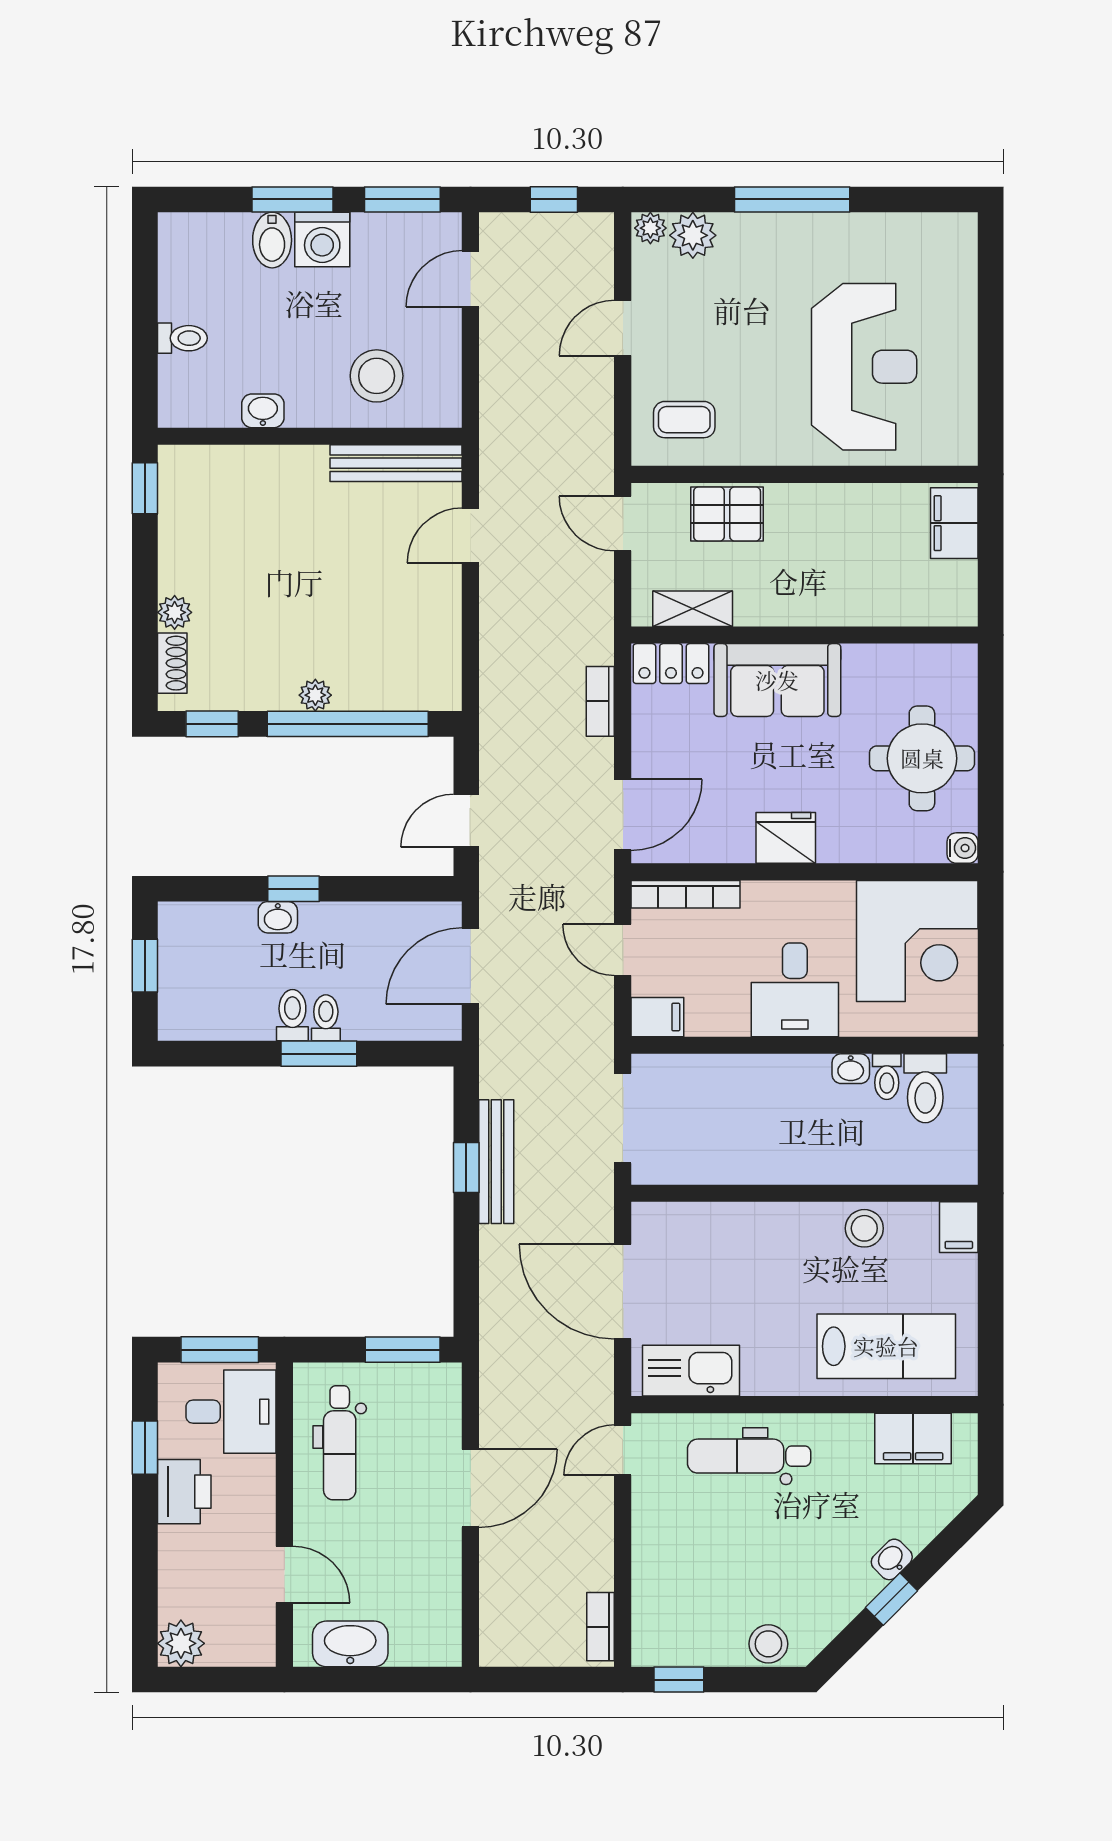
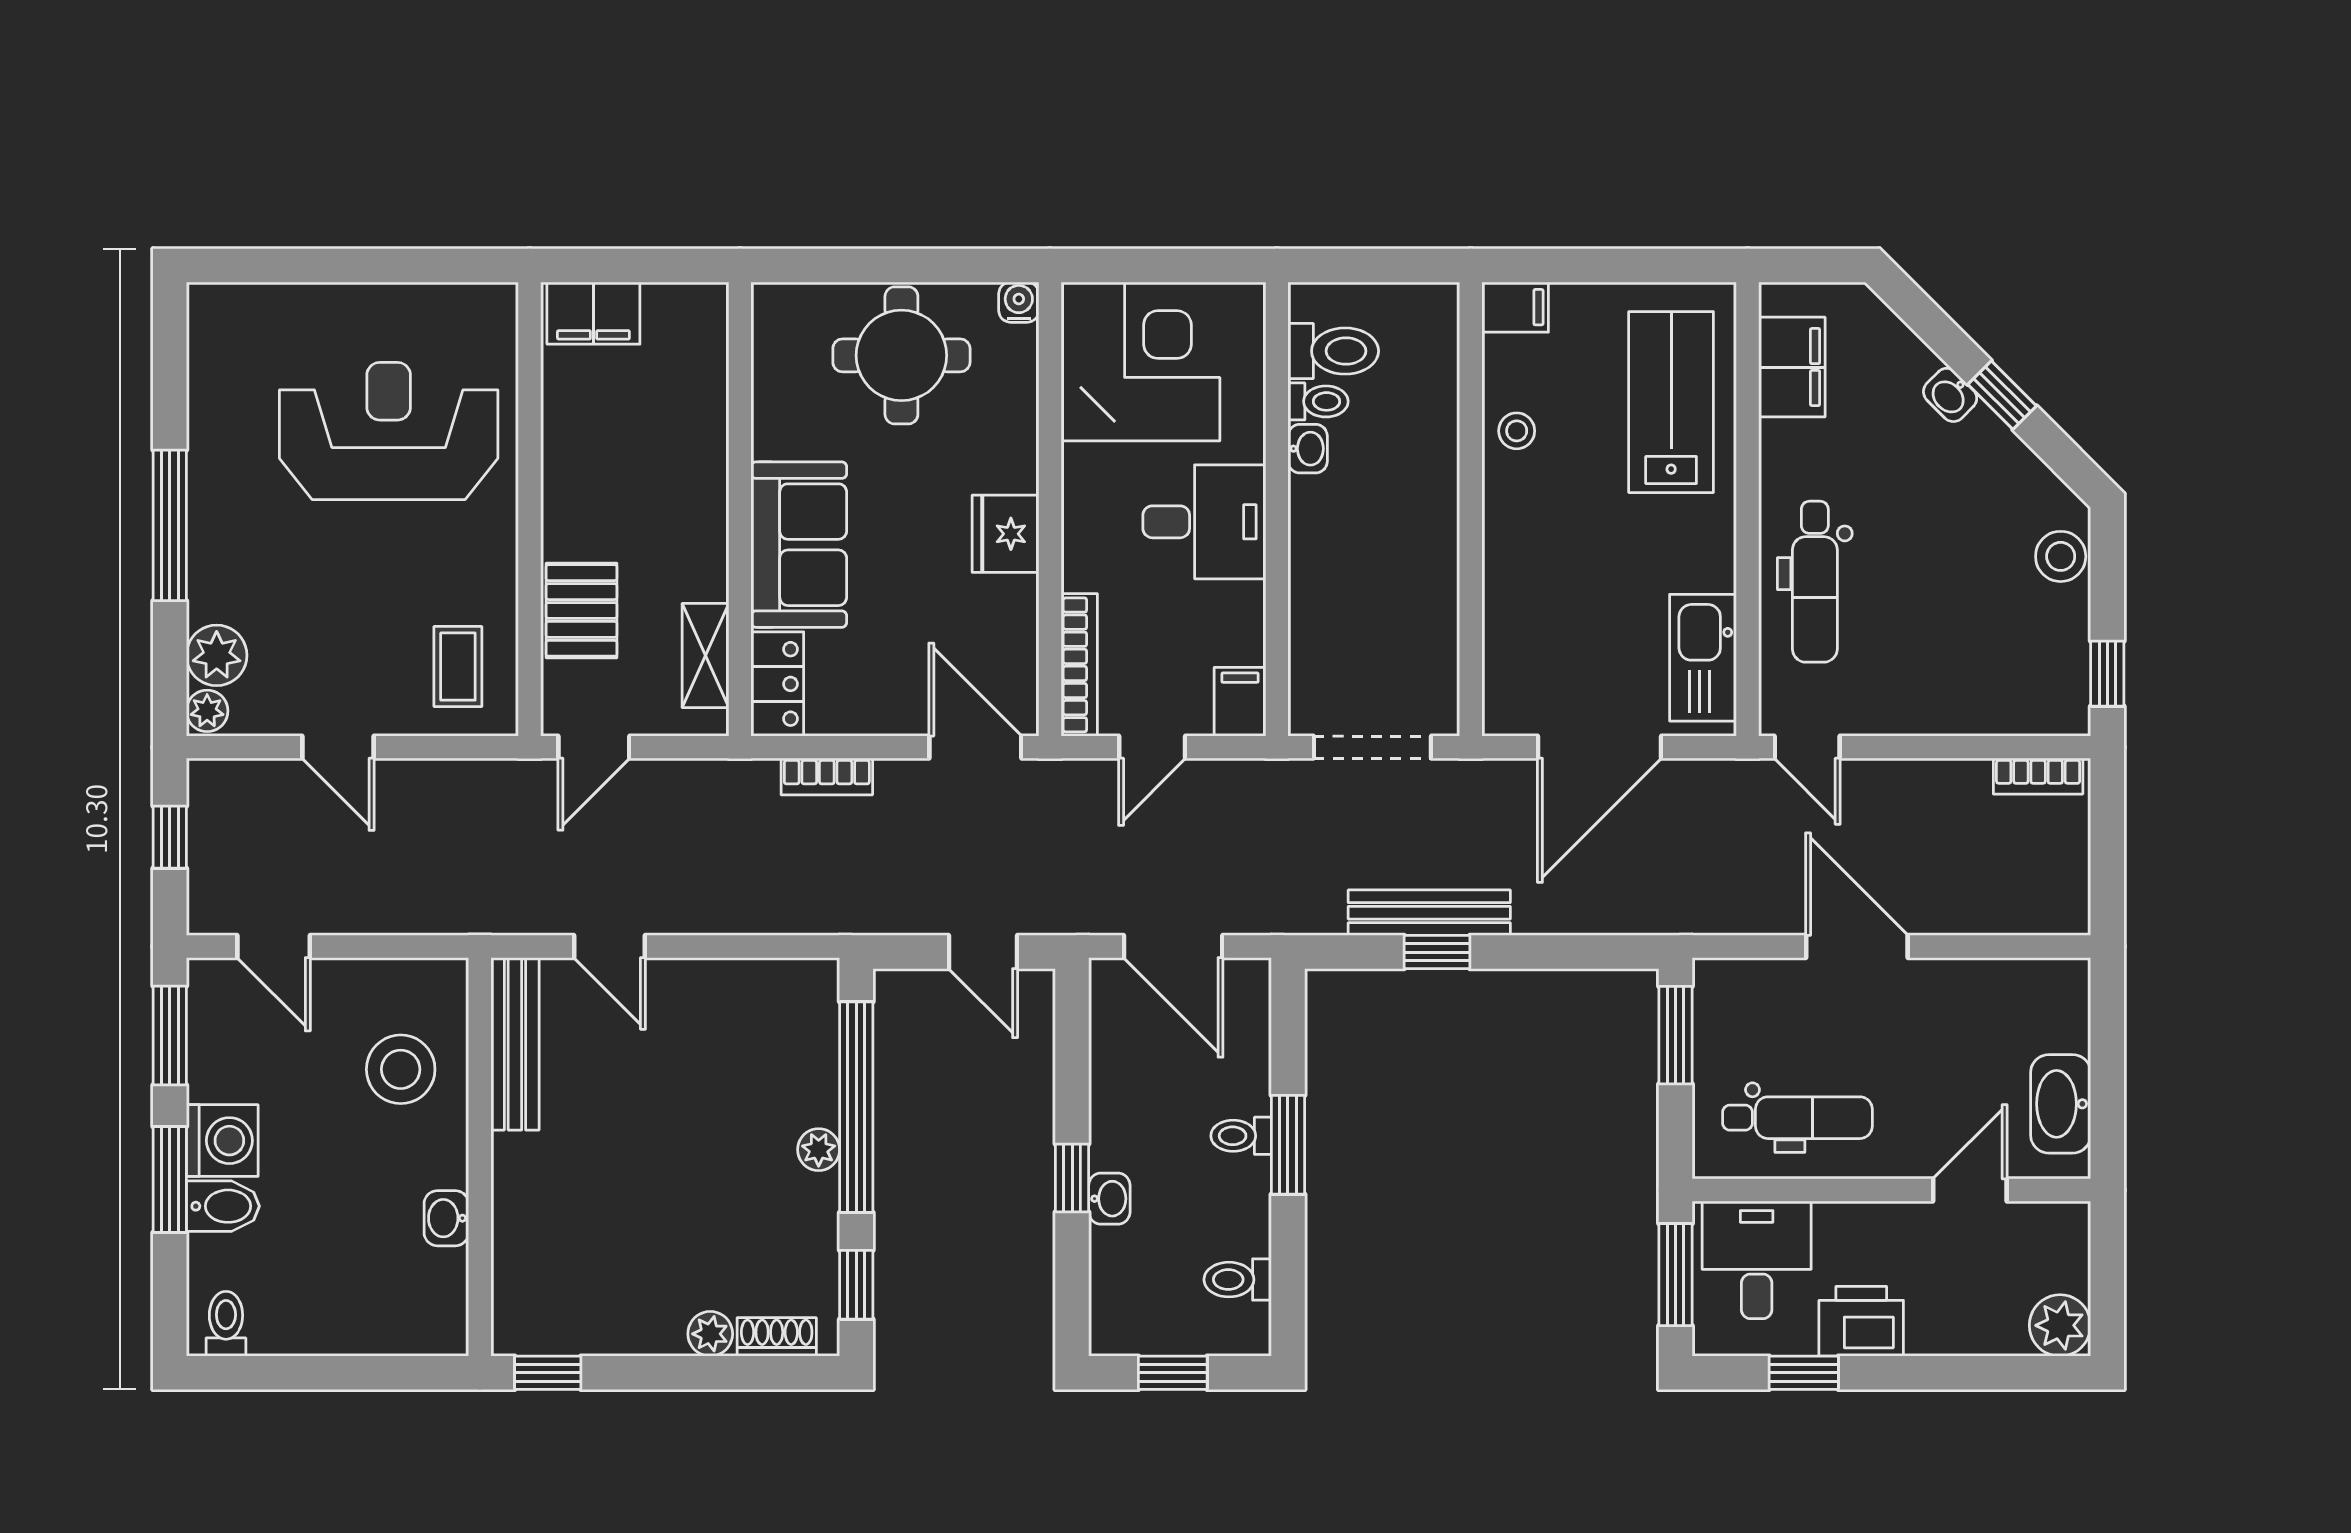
toilet: (182, 338) -> (226, 1324), moved
toilet: (292, 1015) -> (1238, 1280), moved
stool: (864, 1228) -> (1517, 431), width x0.73, depth x0.73

